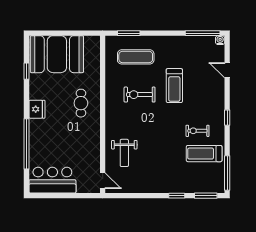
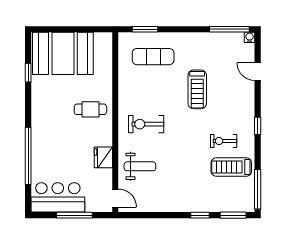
exercise bike: (140, 95) -> (146, 124), moved
cafe table: (81, 103) -> (90, 109), turned 90
fridge: (37, 109) -> (103, 157), moved, turned 180
weight bench: (124, 153) -> (140, 166), turned -90
window: (67, 196) -> (74, 215), added

